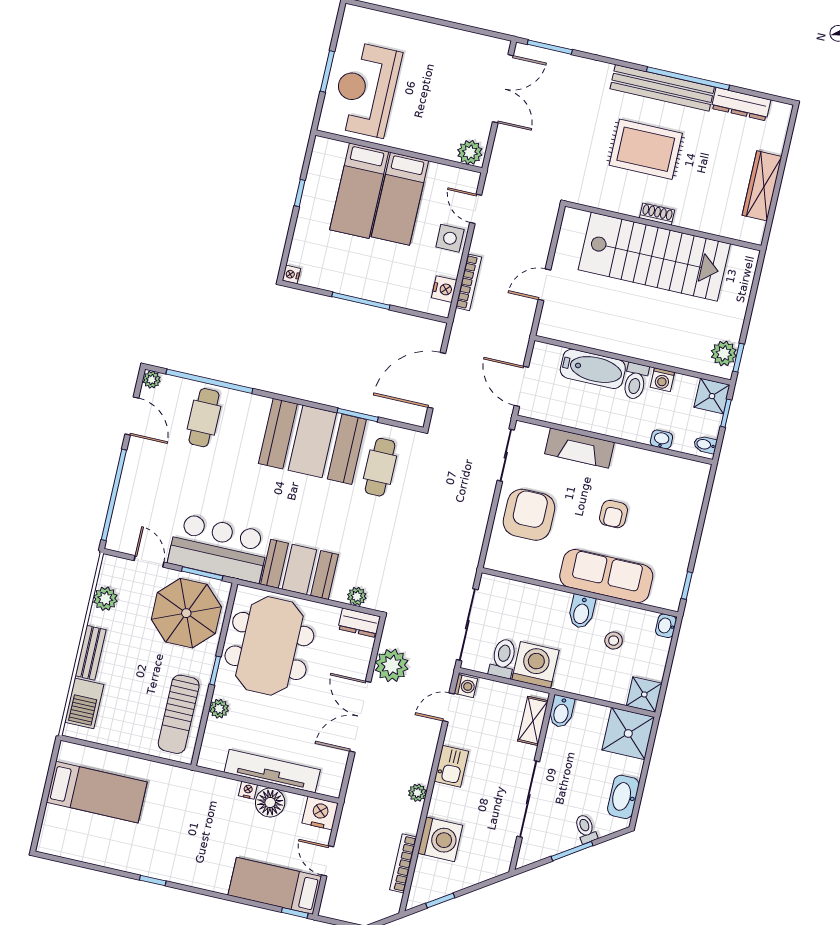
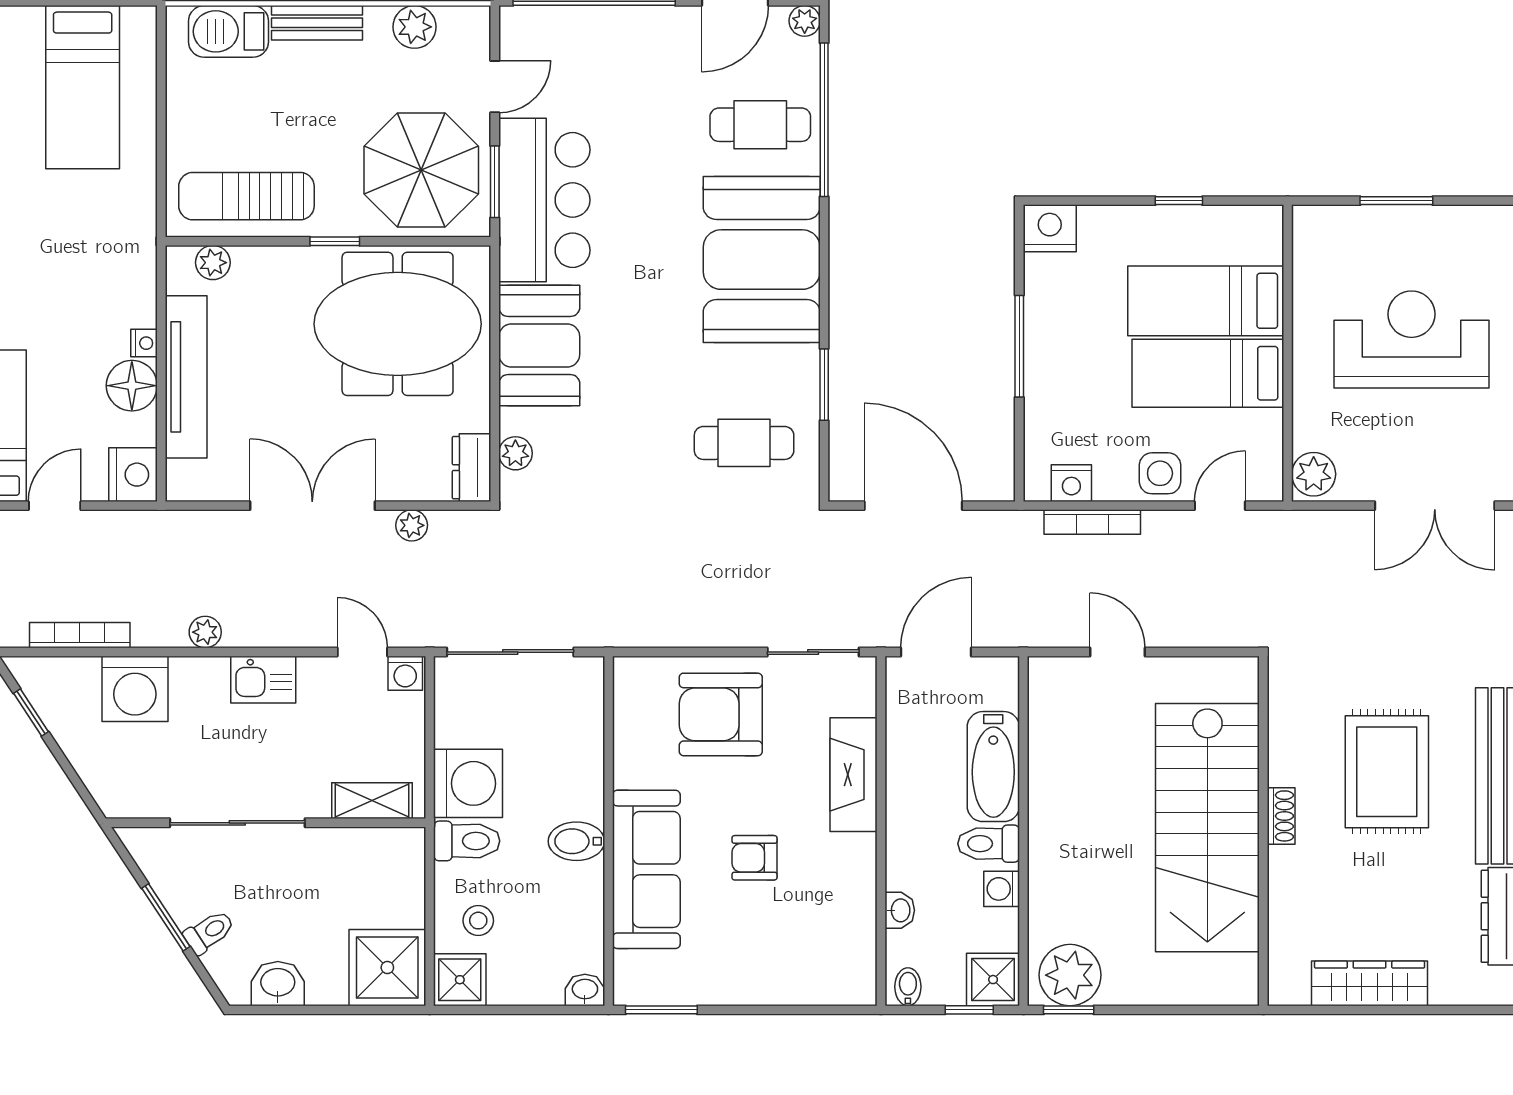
reception desk: (366, 89) -> (1411, 339), moved
nightstand: (291, 274) -> (1050, 228), width x1.89, depth x1.79
plant: (724, 353) -> (1070, 975), width x1.36, depth x1.36
booth: (312, 441) -> (762, 260), moved
armchair: (529, 515) -> (721, 714), turned 180
window: (687, 586) -> (661, 1010), width x1.50
stool: (614, 641) -> (478, 921), moved
toilet: (503, 658) -> (467, 841), moved
plant: (392, 665) -> (412, 525), width x0.53, depth x0.53
plant: (219, 709) -> (213, 263), moved
bidet: (561, 712) -> (399, 845), removed
washbasin: (623, 797) -> (278, 984), width x0.72

